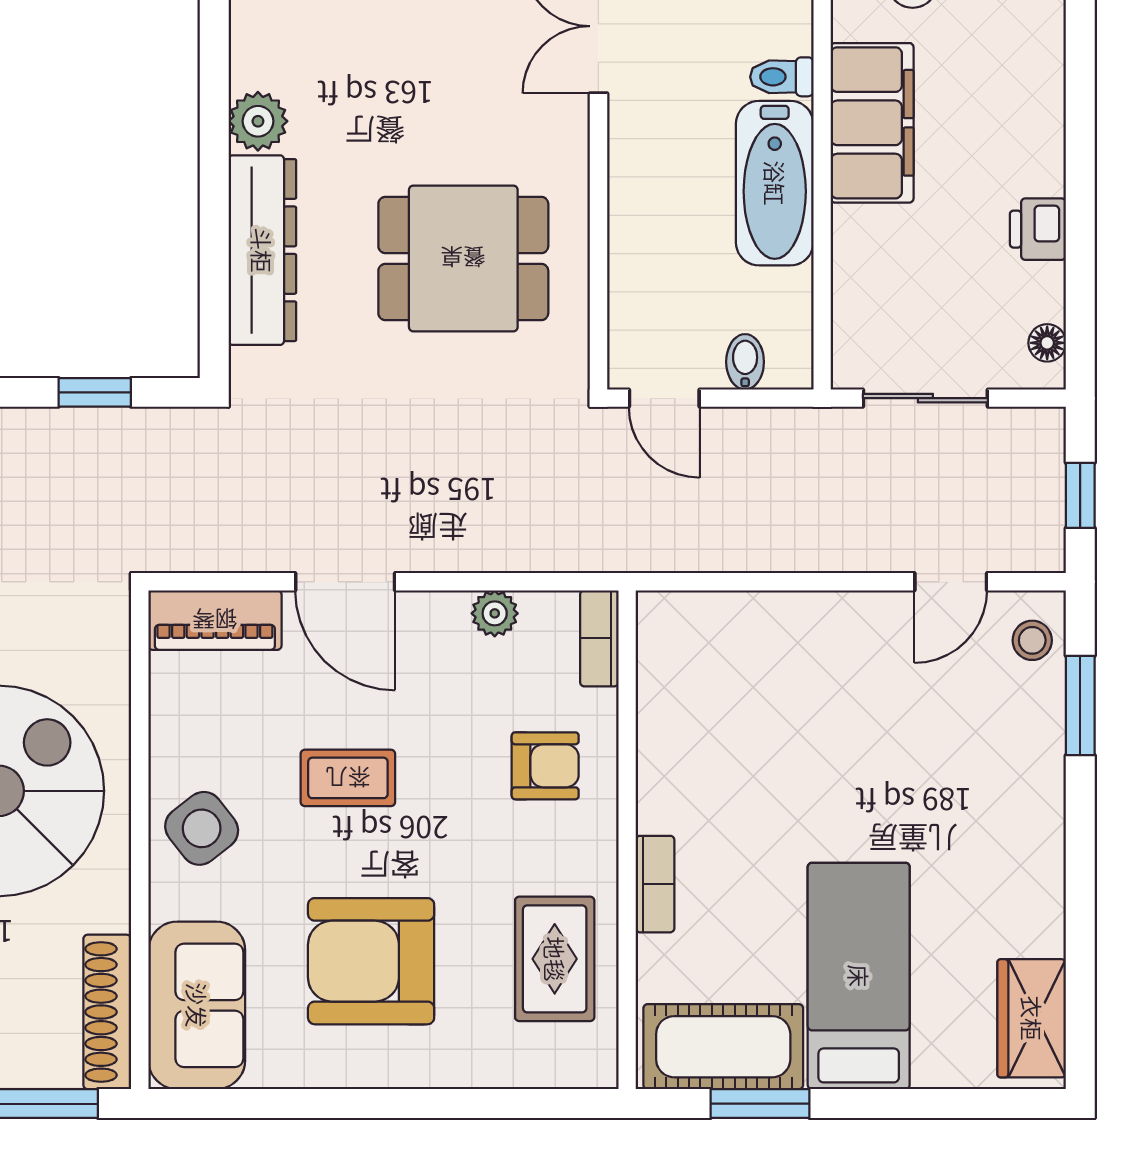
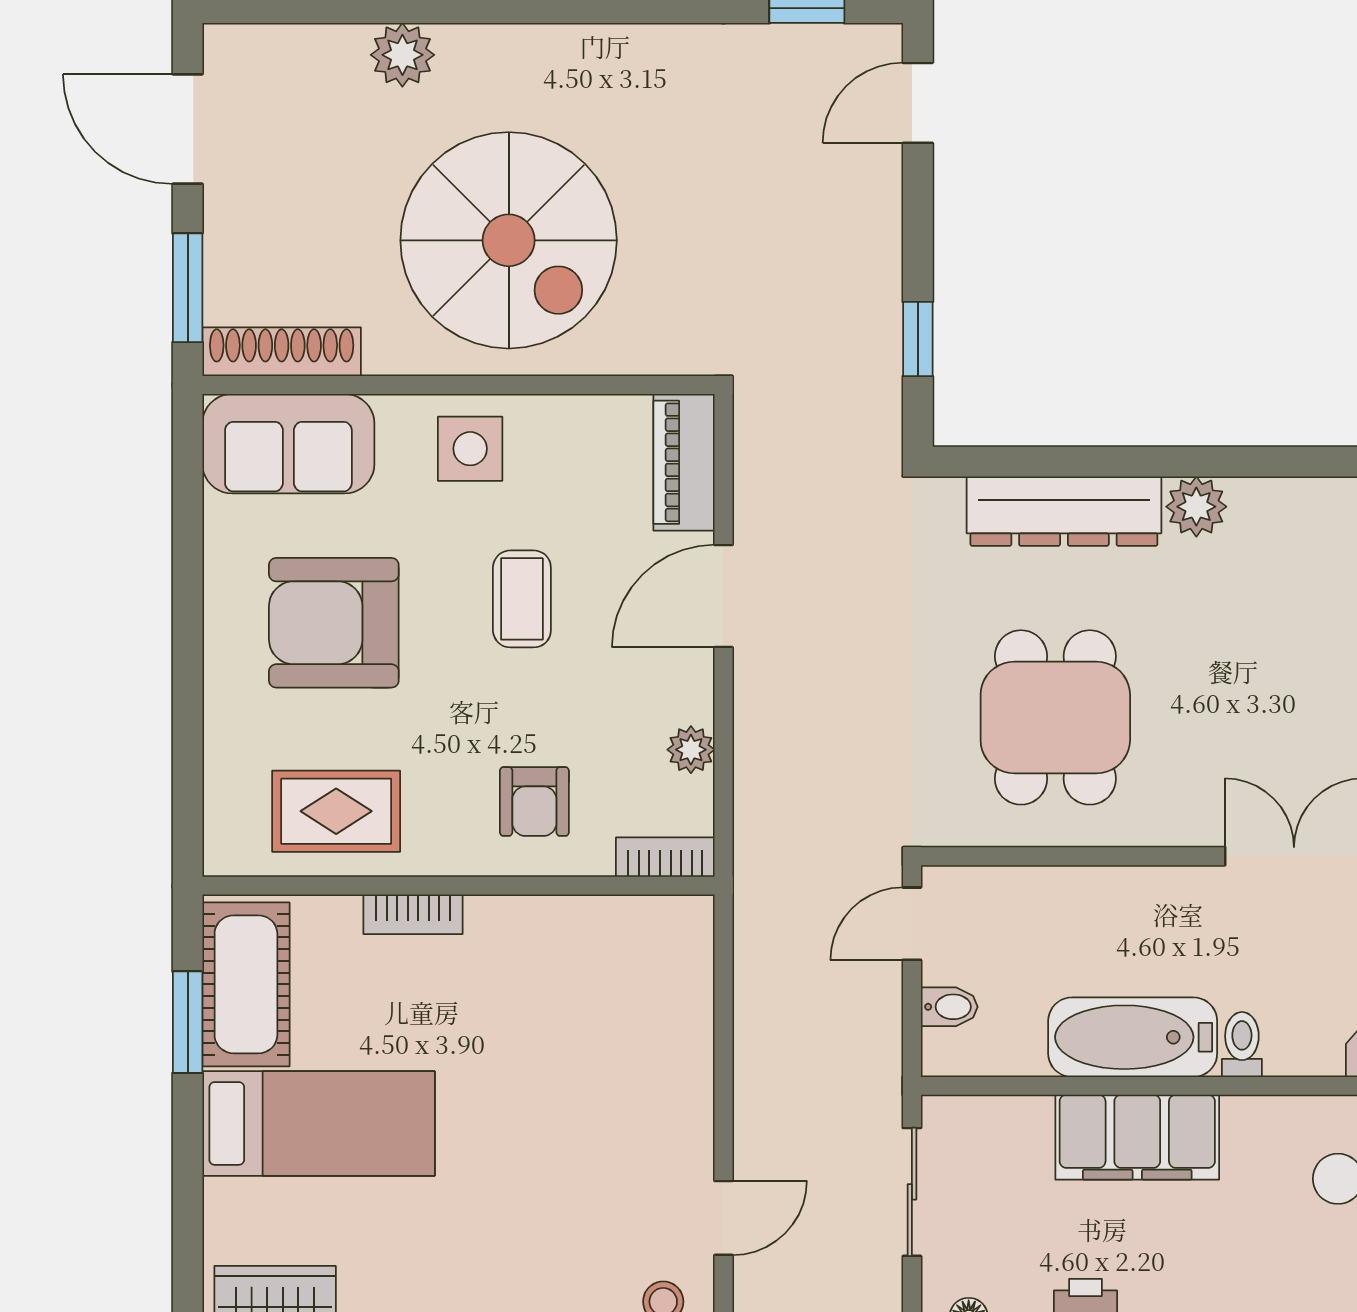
filing cabinet: (872, 123) -> (1137, 1137), moved
door: (951, 582) -> (723, 1218), swing flipped
side table: (202, 828) -> (470, 449), turned 38
armchair: (371, 961) -> (334, 623), turned -90

